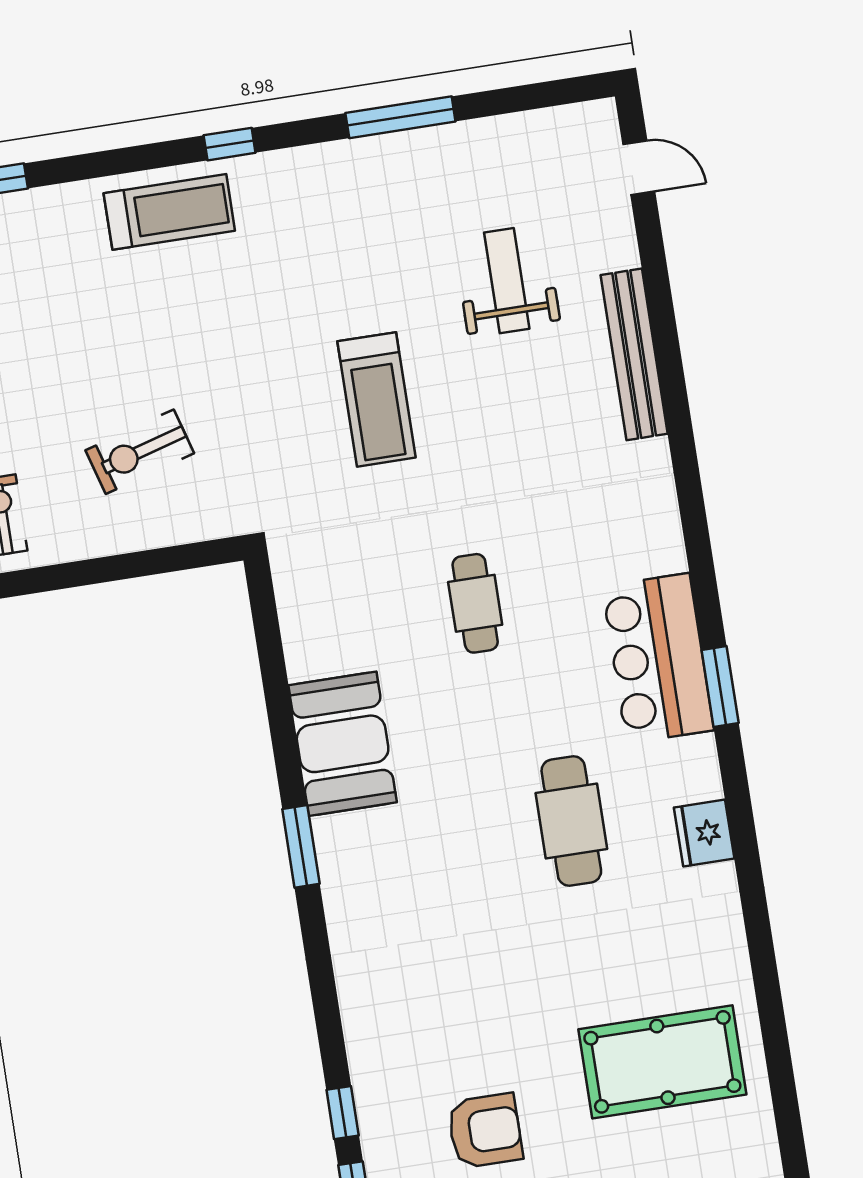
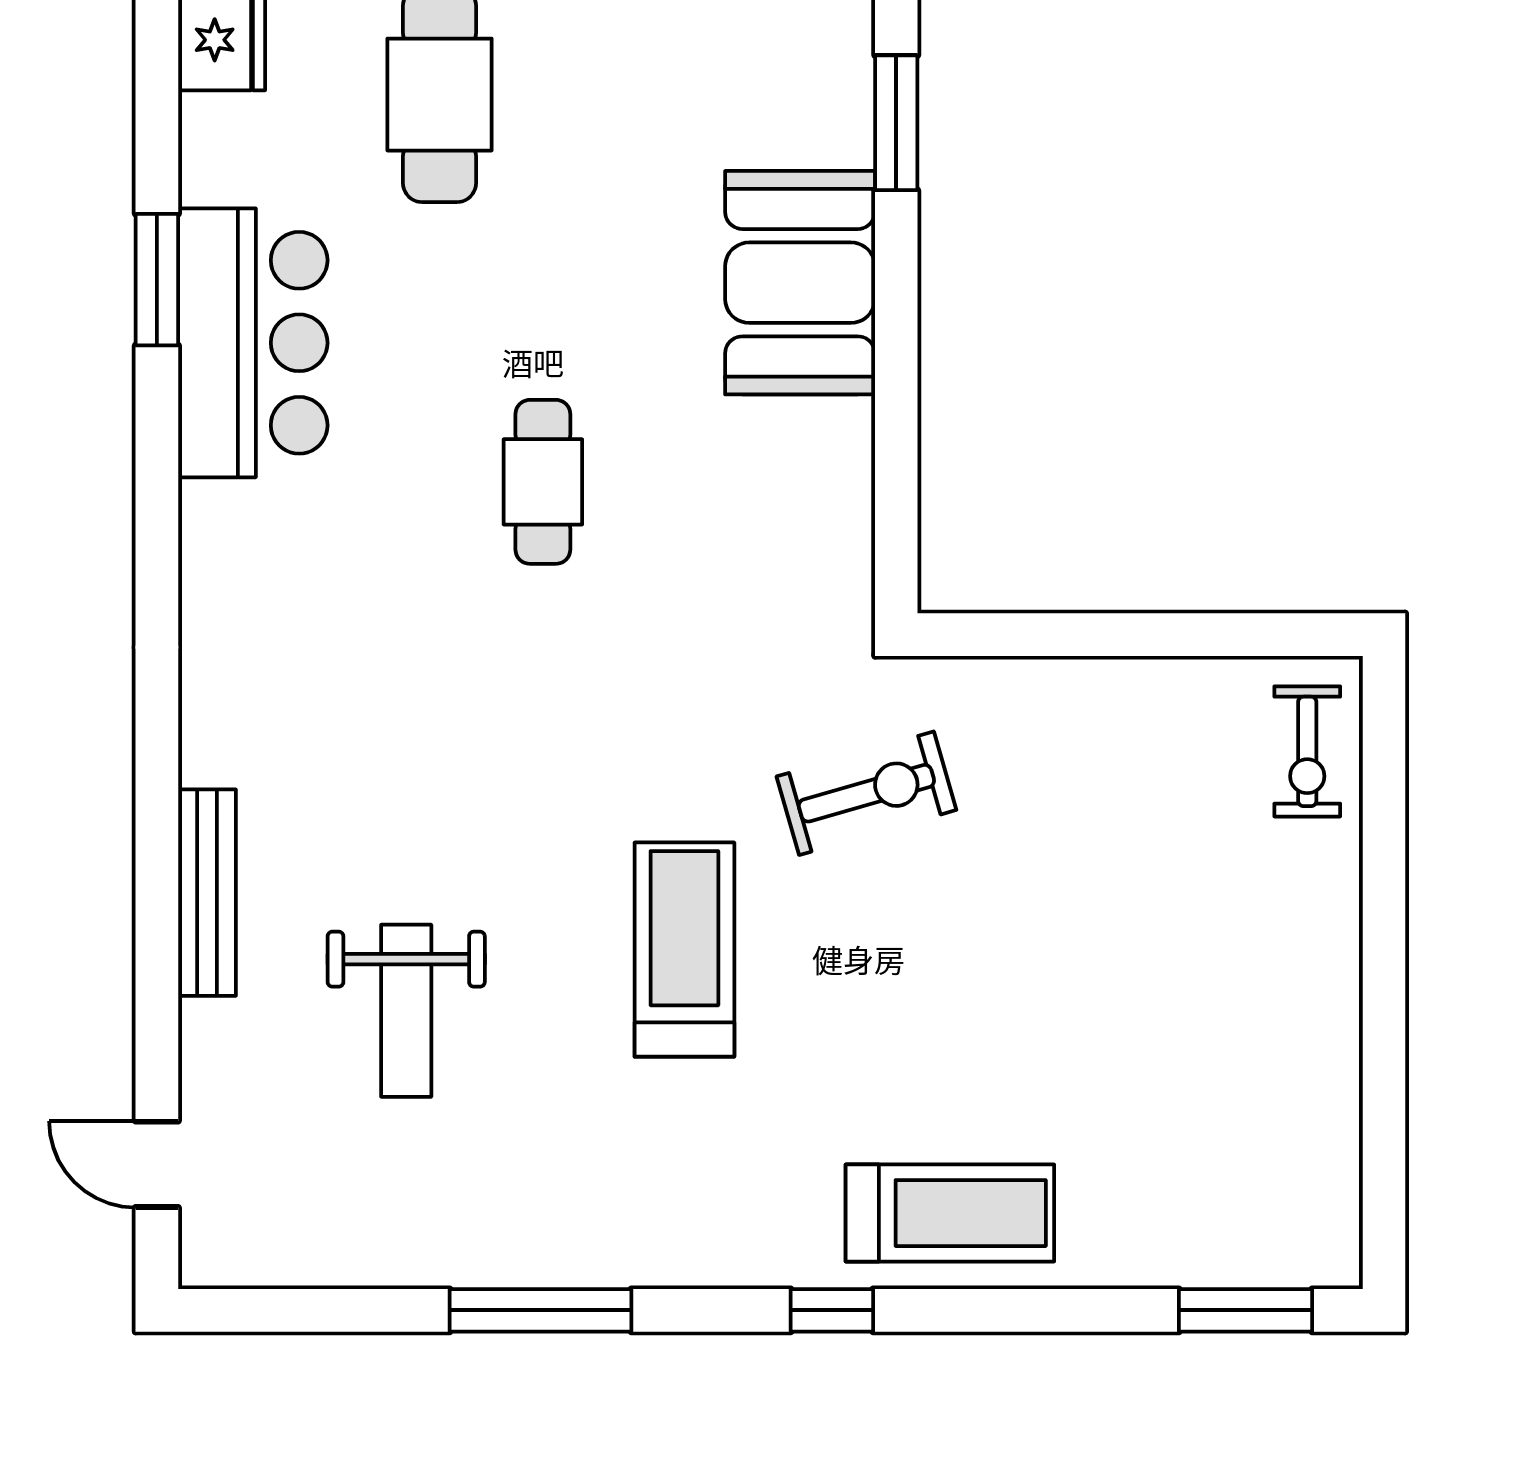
treadmill: (169, 212) -> (950, 1213), turned 180
bench: (634, 354) -> (207, 893), width x0.73, depth x0.82
treadmill: (376, 399) -> (684, 950), moved
exercise bike: (140, 452) -> (866, 793), moved

